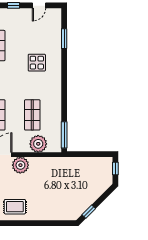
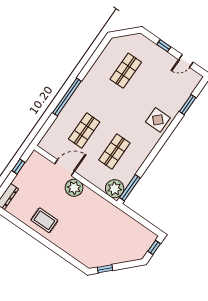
display table: (37, 63) -> (158, 120), moved
plant: (38, 144) -> (115, 189), moved

